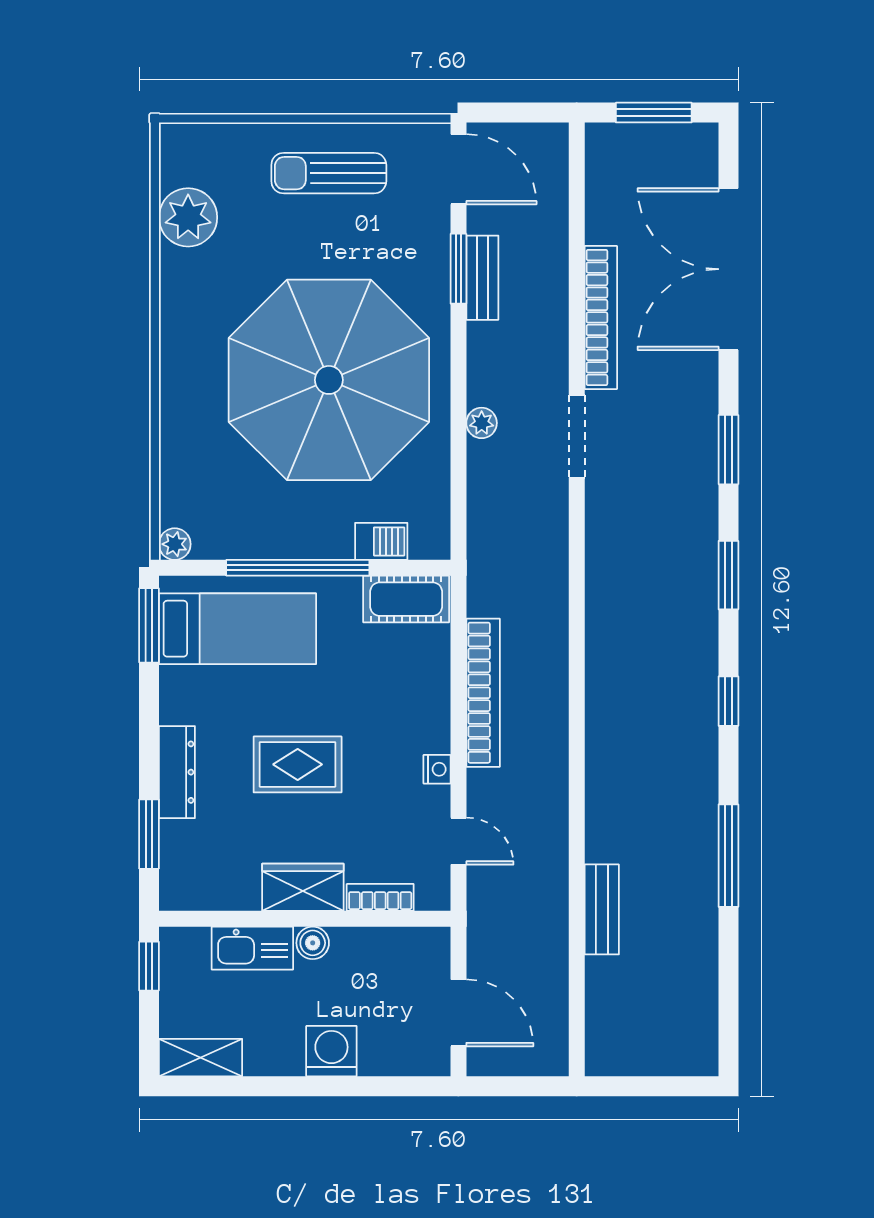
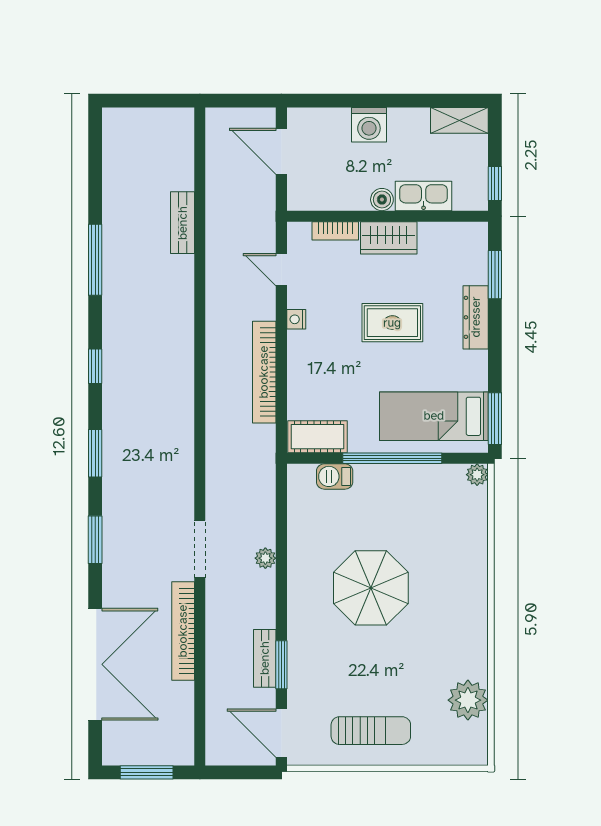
parasol: (329, 380) -> (371, 588), width x0.54, depth x0.54

